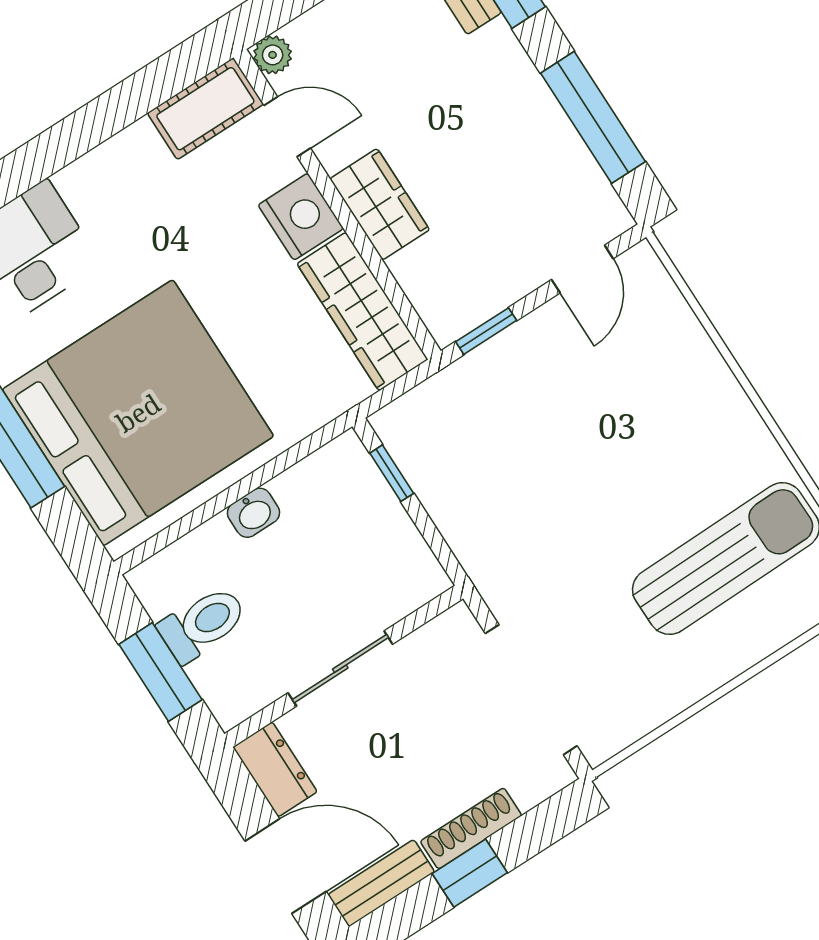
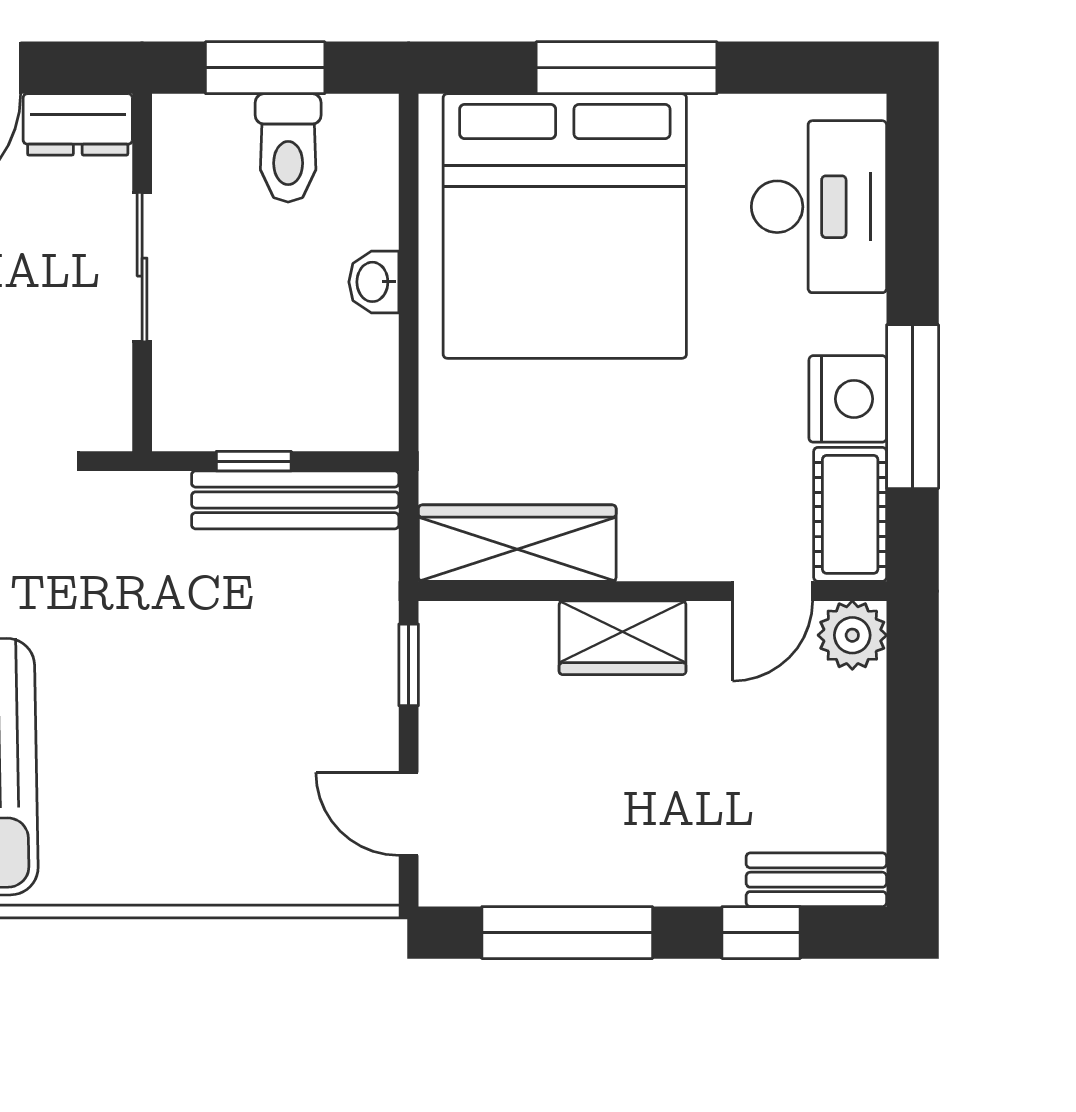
plant: (273, 55) -> (852, 635), width x1.38, depth x1.38
window: (110, 113) -> (913, 407), added
nightstand: (301, 217) -> (848, 399), moved, turned -90
window: (392, 473) -> (254, 461), moved
bench: (427, 473) -> (295, 500), added

